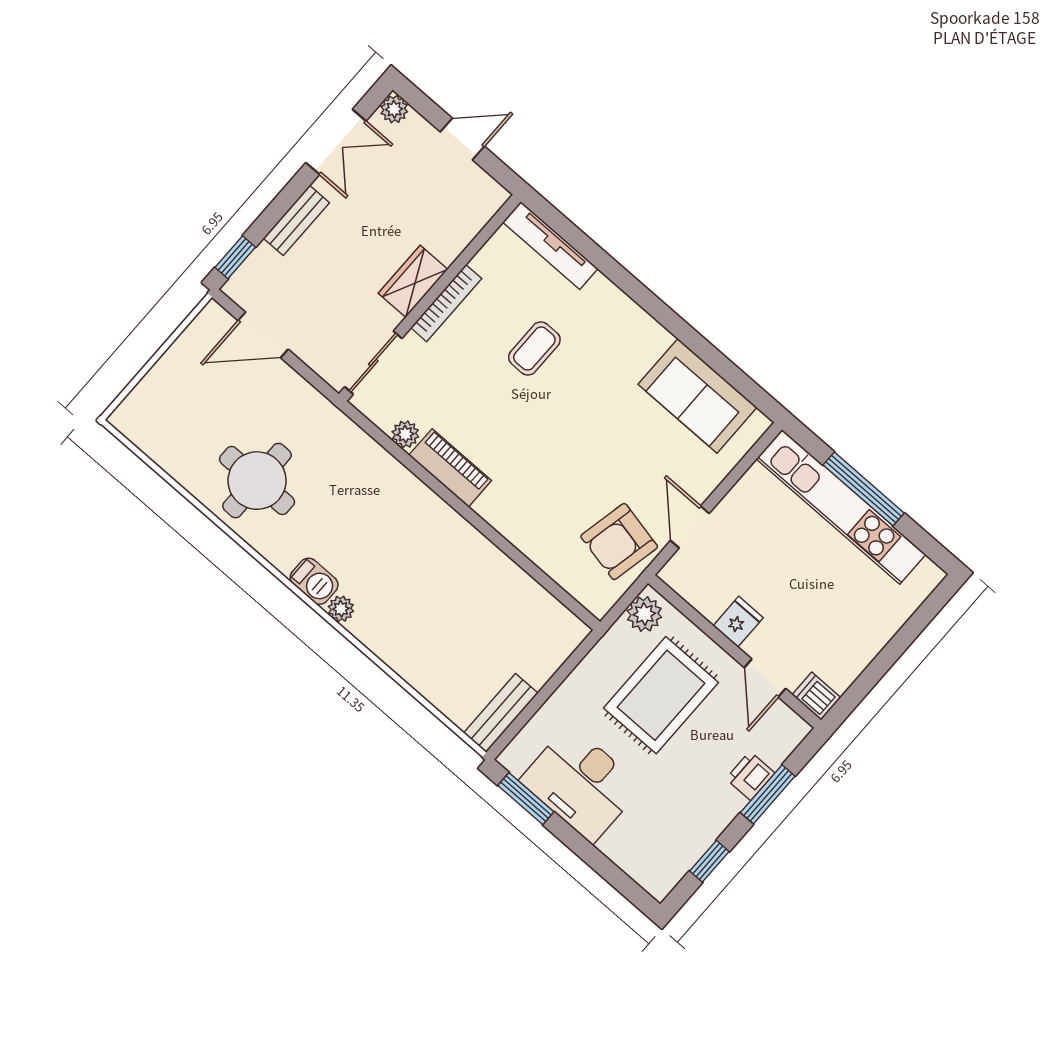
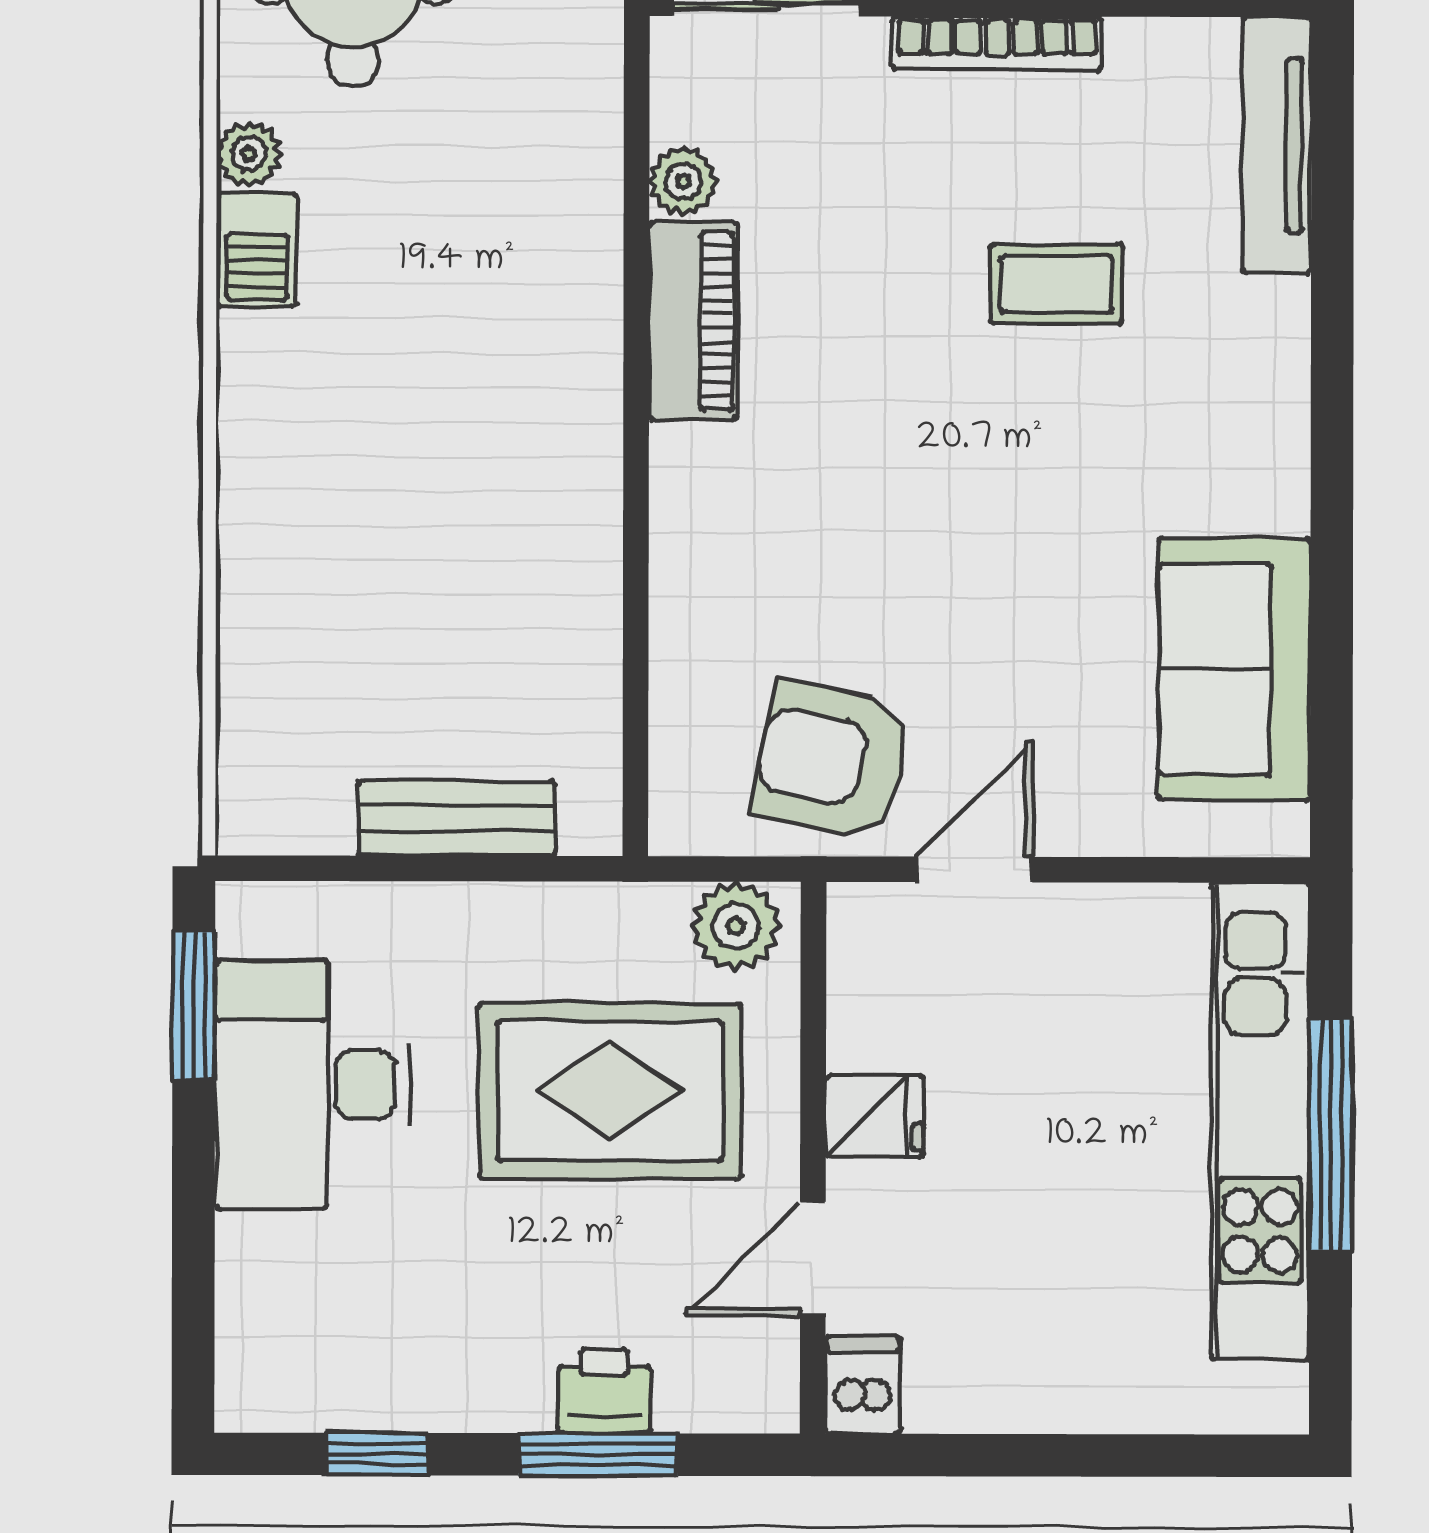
plant: (341, 609) -> (249, 154), moved
bench: (501, 713) -> (457, 818), moved

